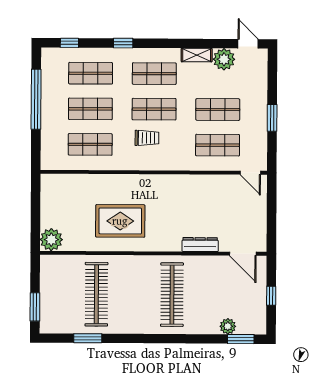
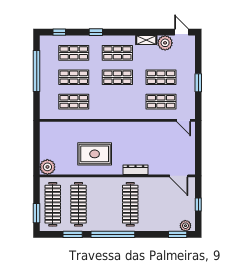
trolley: (147, 138) -> (113, 97), removed
dresser: (200, 245) -> (136, 170), moved
clothes rail: (59, 294) -> (53, 204), added
plant: (228, 326) -> (185, 226), moved
window: (146, 339) -> (113, 234), added

